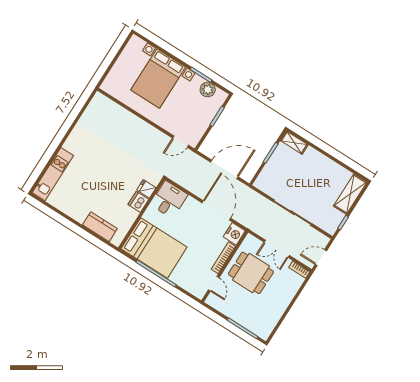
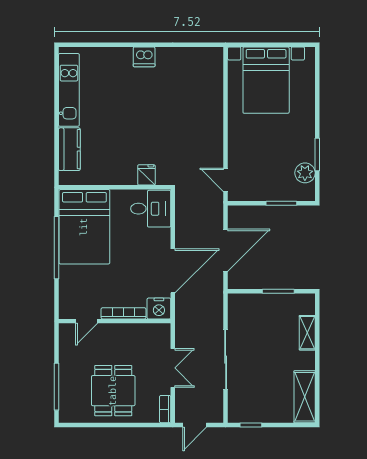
bed with nightstands: (158, 78) -> (266, 80), moved, turned -90
shelving: (294, 143) -> (307, 333), moved
door: (224, 169) -> (226, 250), hinge flipped
kitchen unit: (53, 174) -> (69, 90), moved, turned -90
shelving: (350, 194) -> (305, 397), moved, turned 90
dishwasher: (138, 202) -> (144, 57), moved, turned 180
double door: (277, 249) -> (173, 368), swing flipped
door: (321, 258) -> (195, 425), swing flipped
dining table: (251, 273) -> (113, 391), moved

